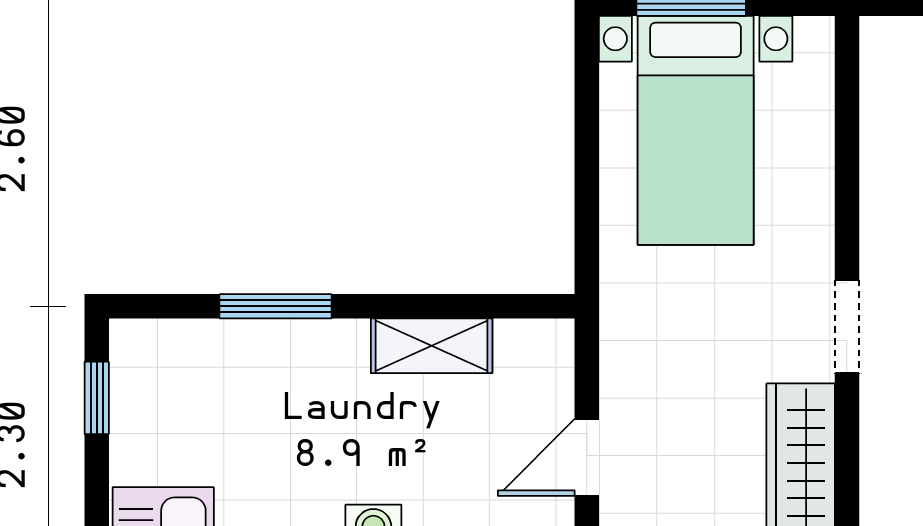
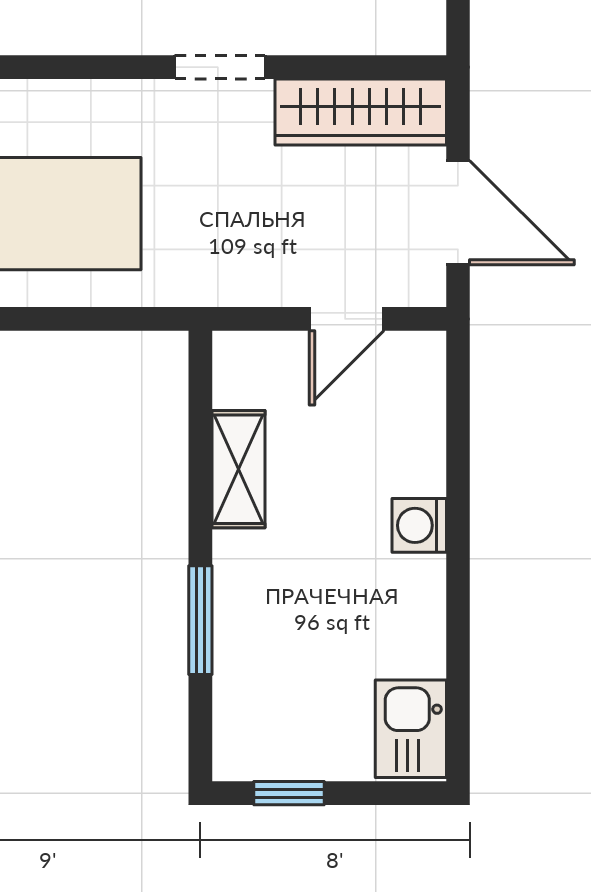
door: (587, 457) -> (347, 319), hinge flipped

